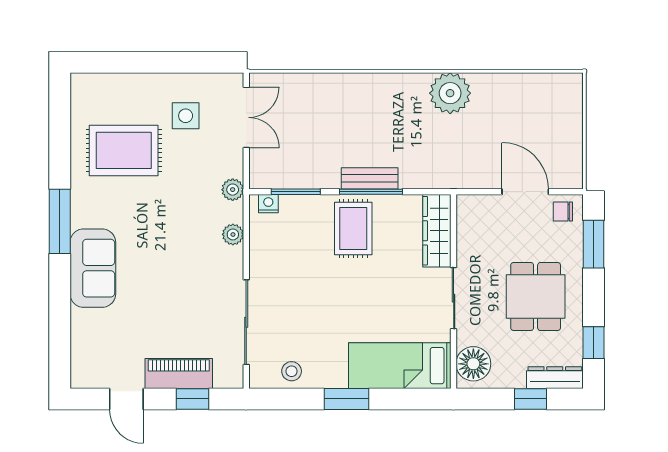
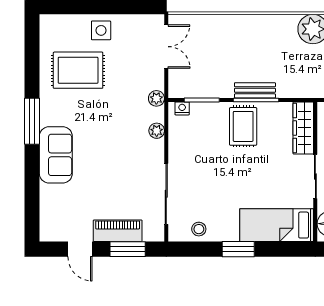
side table: (186, 116) -> (101, 30), moved
window: (193, 399) -> (128, 249), width x1.50

